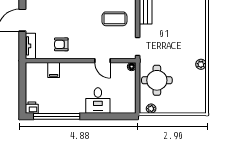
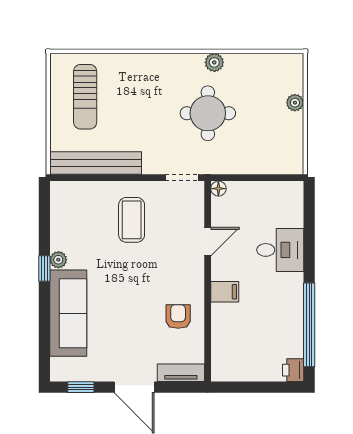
armchair: (61, 44) -> (178, 317), turned 180
filing cabinet: (54, 70) -> (225, 292), moved
round table: (157, 80) -> (208, 113), moved
plant: (151, 109) -> (295, 103), moved

